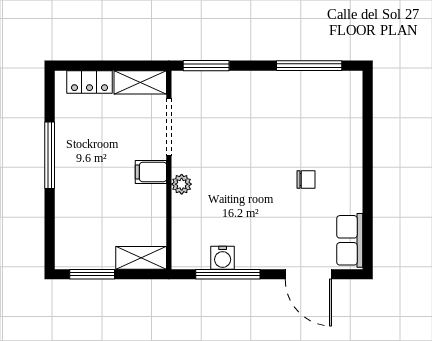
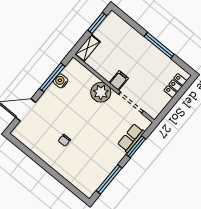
window: (206, 66) -> (136, 147), moved
shelving: (140, 82) -> (158, 106), removed
plant: (182, 184) -> (101, 92), width x1.87, depth x1.87
row of seats: (350, 240) -> (131, 138), moved, turned -90

